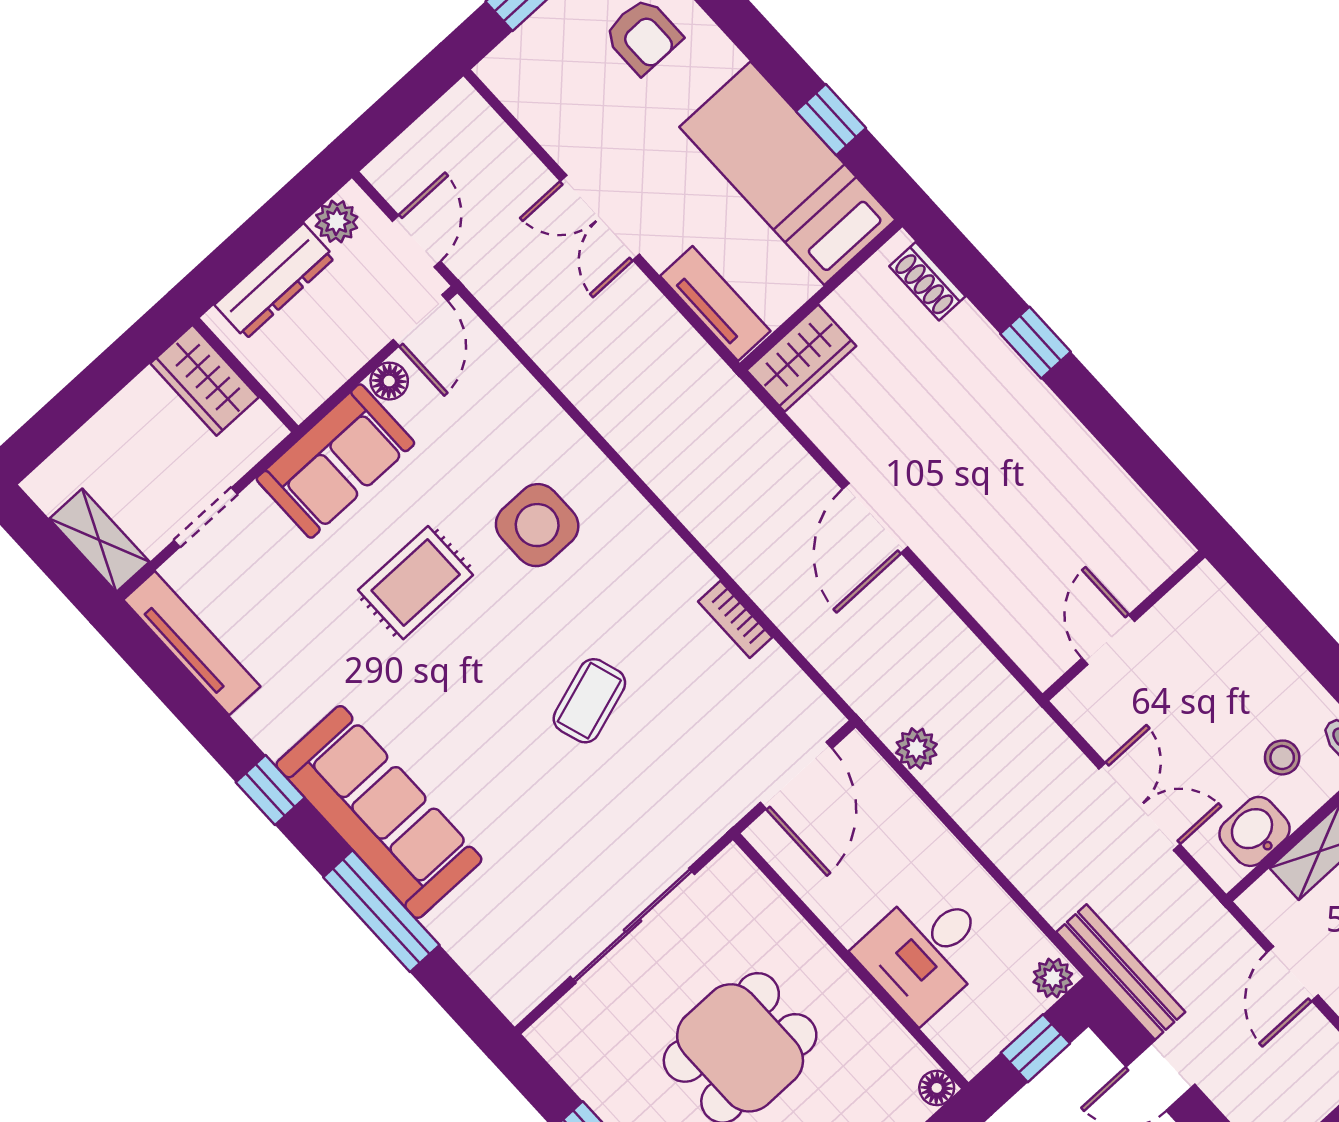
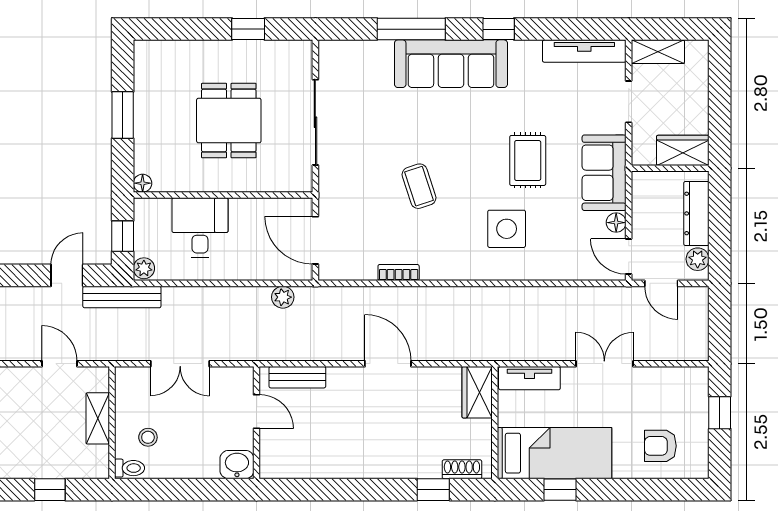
window: (1035, 343) -> (433, 490), moved
bench: (1009, 627) -> (297, 377), added
washbasin: (1254, 831) -> (237, 465), moved, turned -90

